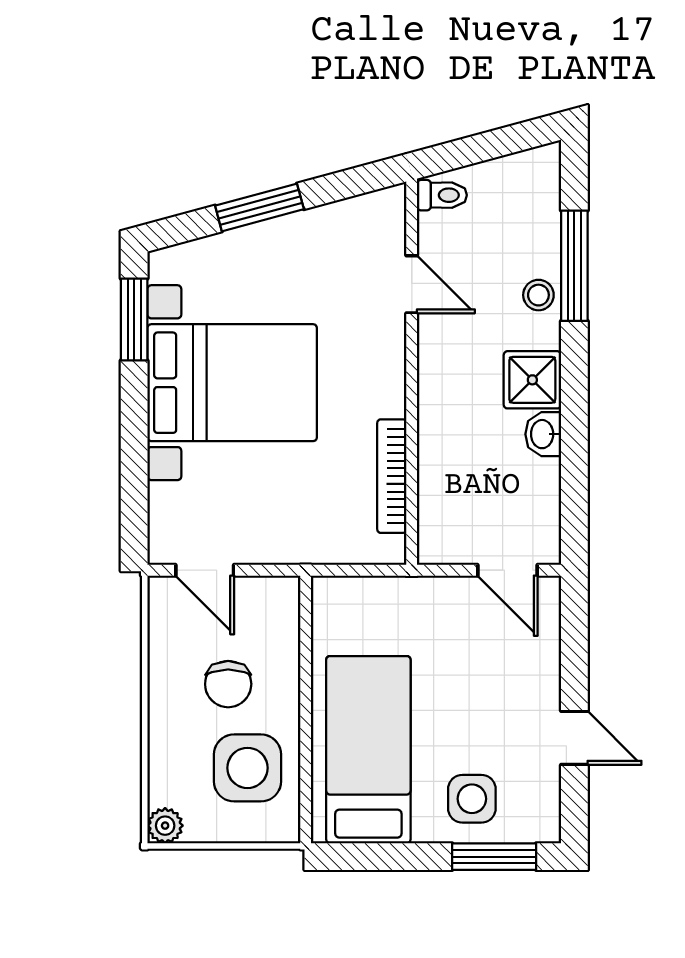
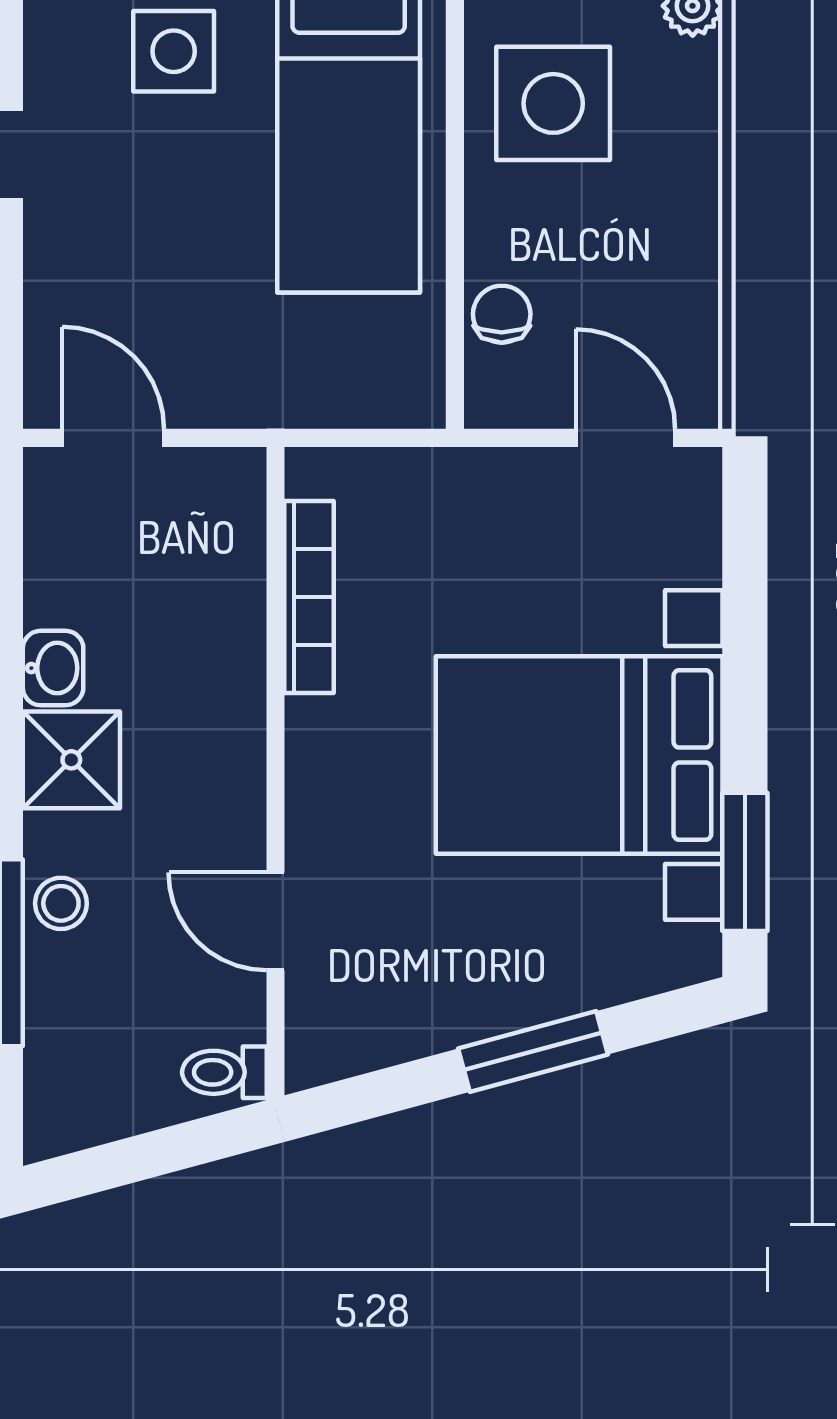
chair: (228, 684) -> (502, 314), moved, width x0.73, depth x0.73

